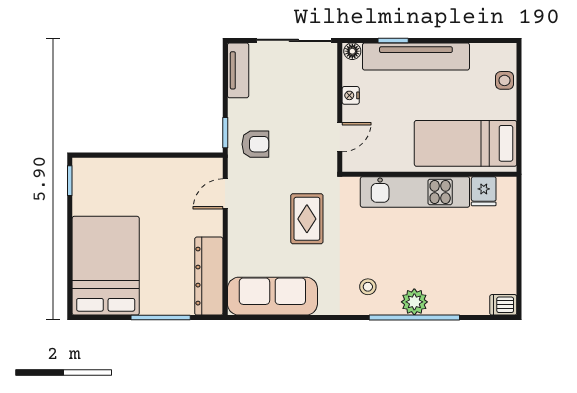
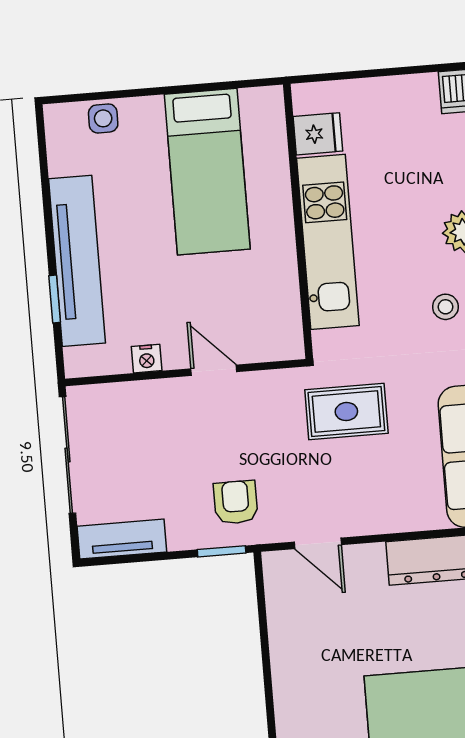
floor lamp: (352, 51) -> (77, 362), removed
wall: (429, 174) -> (298, 221), moved
fridge: (484, 191) -> (318, 134), moved
kitchen unit: (415, 192) -> (328, 242), moved

